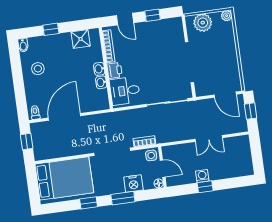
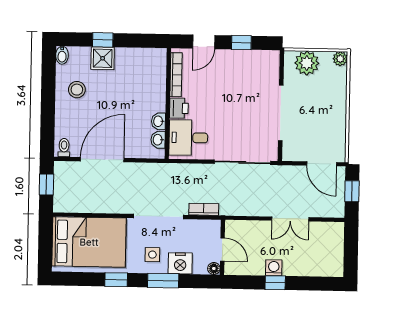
door: (125, 19) -> (204, 42), hinge flipped
shower: (81, 39) -> (103, 58), moved
washbasin: (99, 69) -> (158, 140), moved
side table: (151, 155) -> (152, 255), moved

